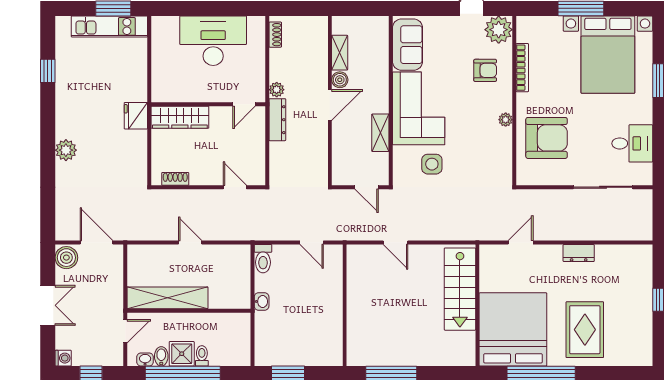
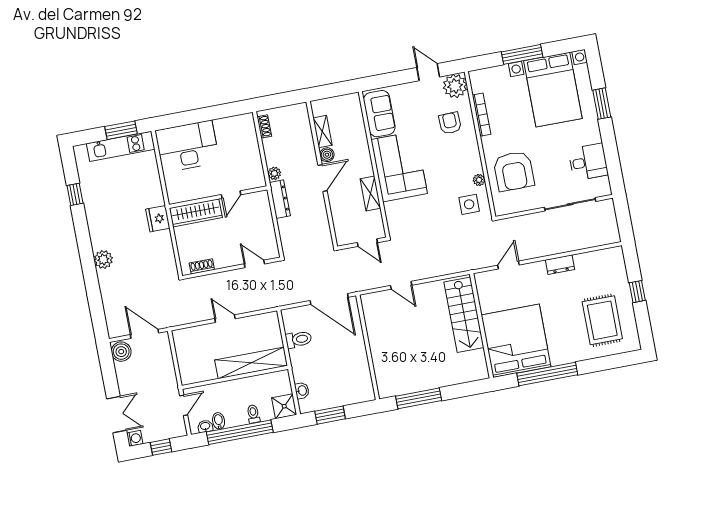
desk: (213, 41) -> (187, 146), moved
armchair: (485, 70) -> (450, 123), turned -92
door: (244, 104) -> (231, 195), moved
plant: (506, 120) -> (479, 180), moved
armchair: (547, 138) -> (514, 171), turned 90
side table: (432, 164) -> (469, 204), moved
door: (312, 243) -> (329, 299), width x1.87
toilet: (263, 259) -> (299, 339), moved, turned -90
shelving: (167, 298) -> (251, 363), moved
washbasin: (262, 301) -> (302, 391), moved
double door: (48, 305) -> (117, 414), moved
rug: (585, 330) -> (602, 320), moved
shower: (182, 354) -> (284, 406), moved

